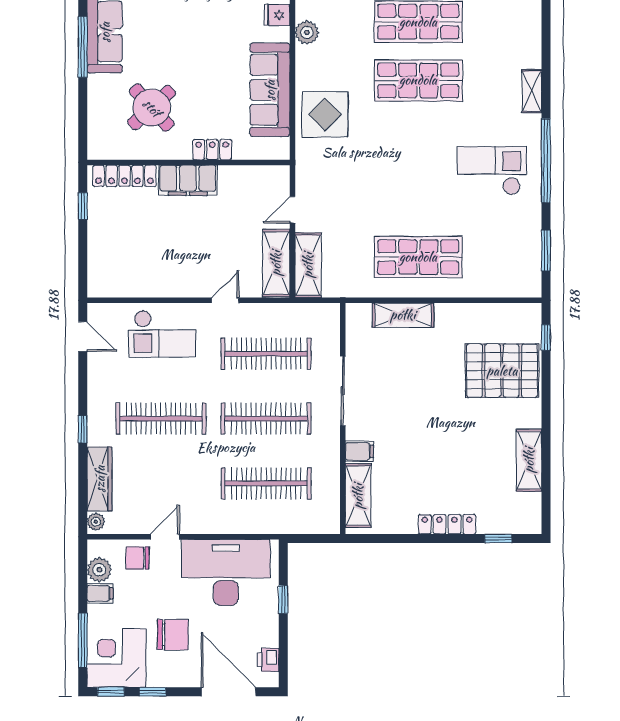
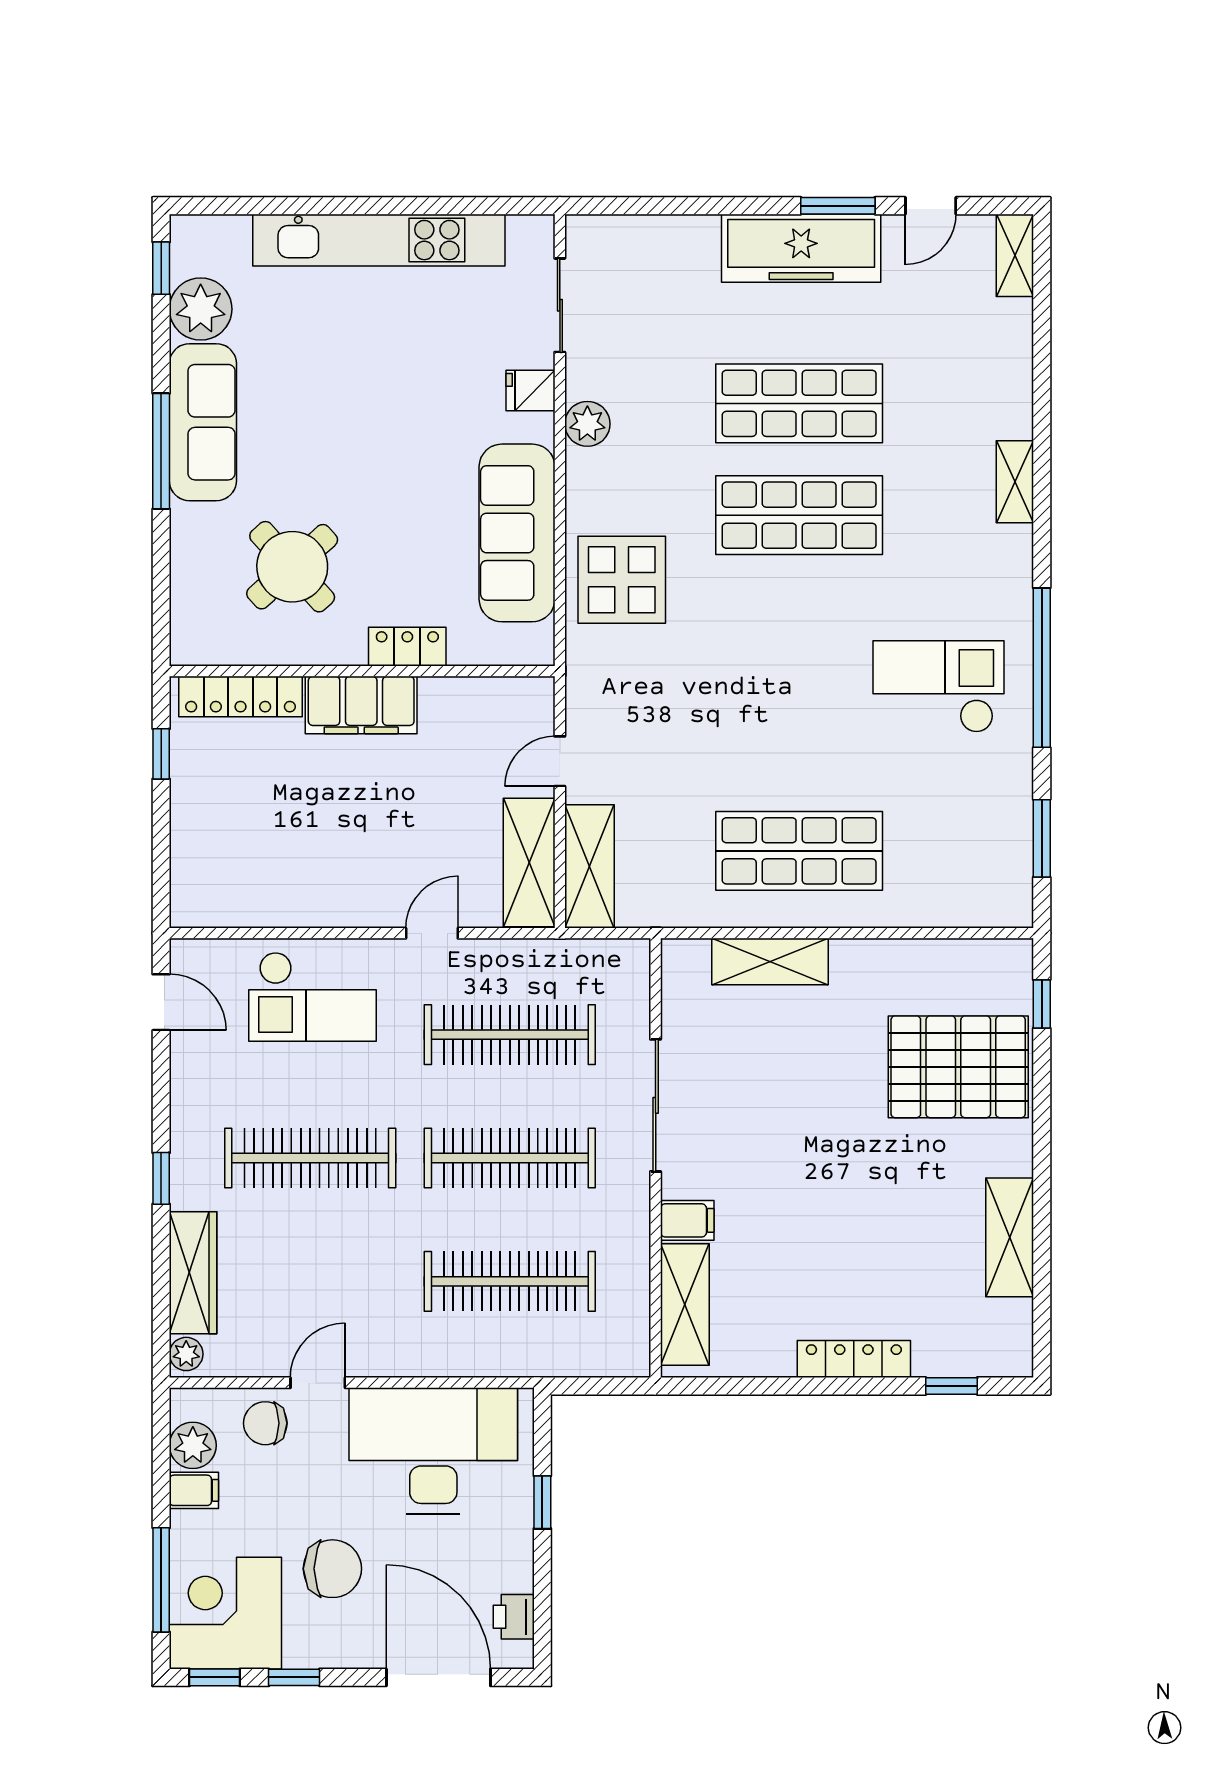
shelving: (532, 91) -> (1015, 482), moved

